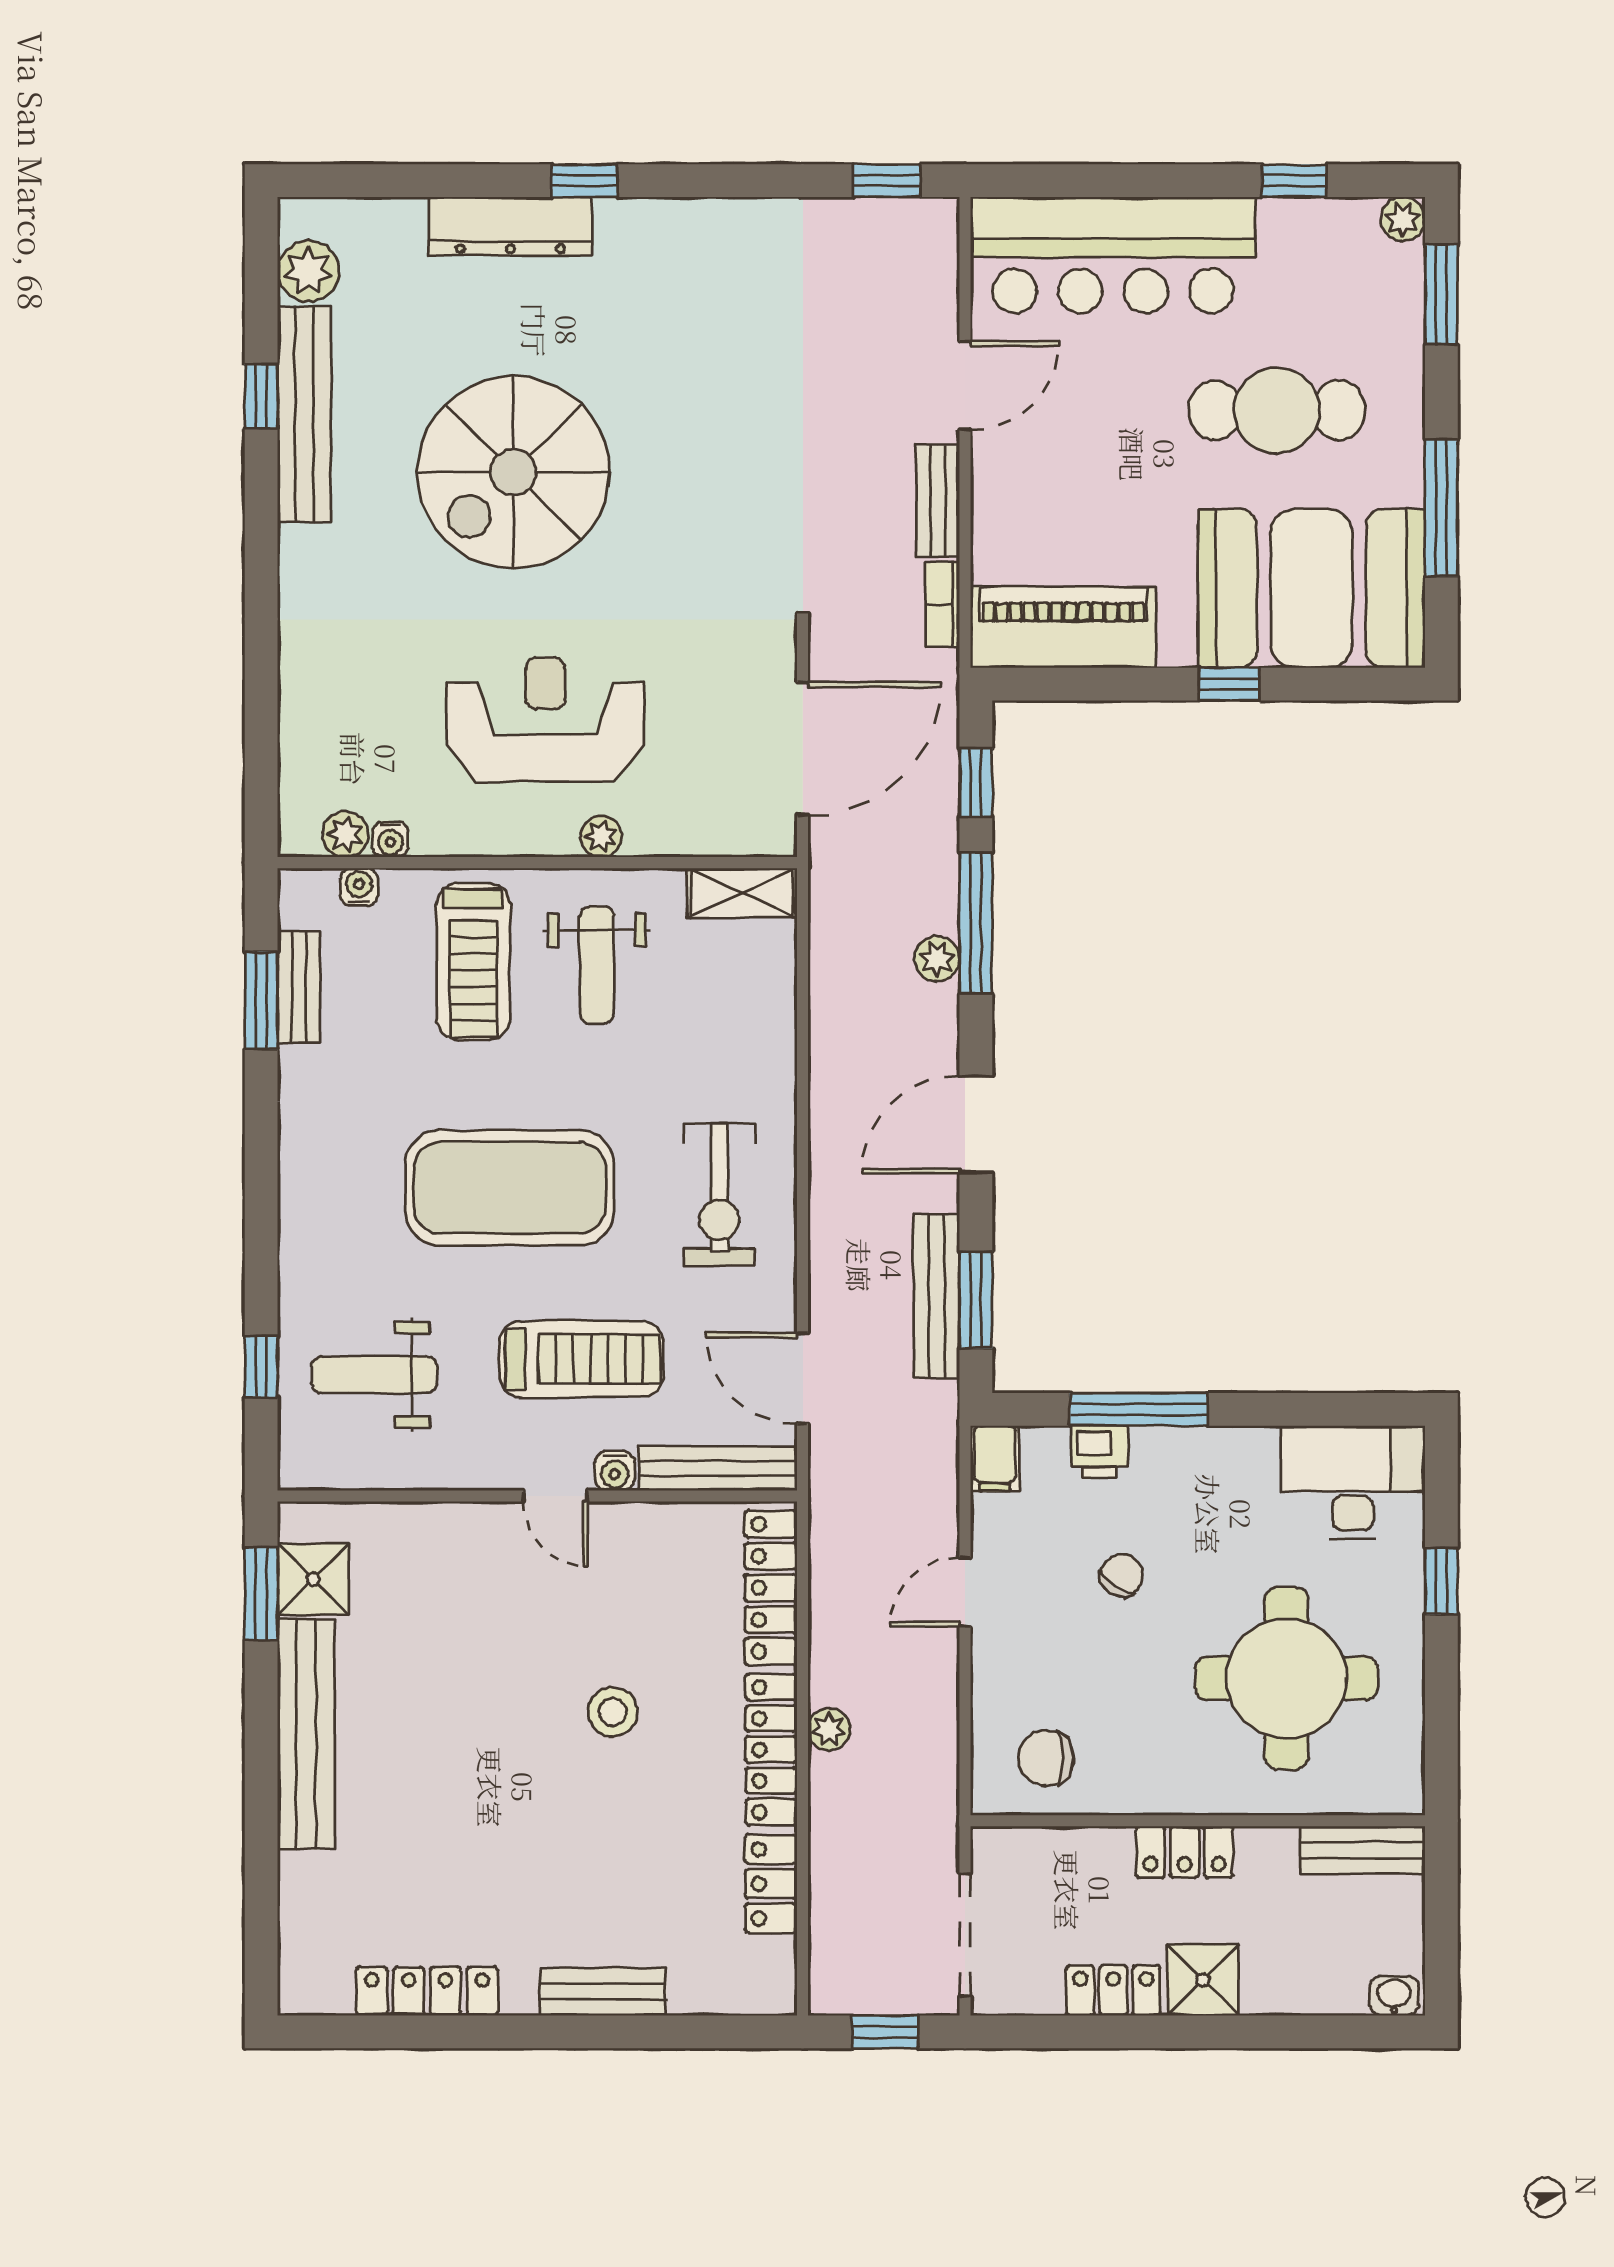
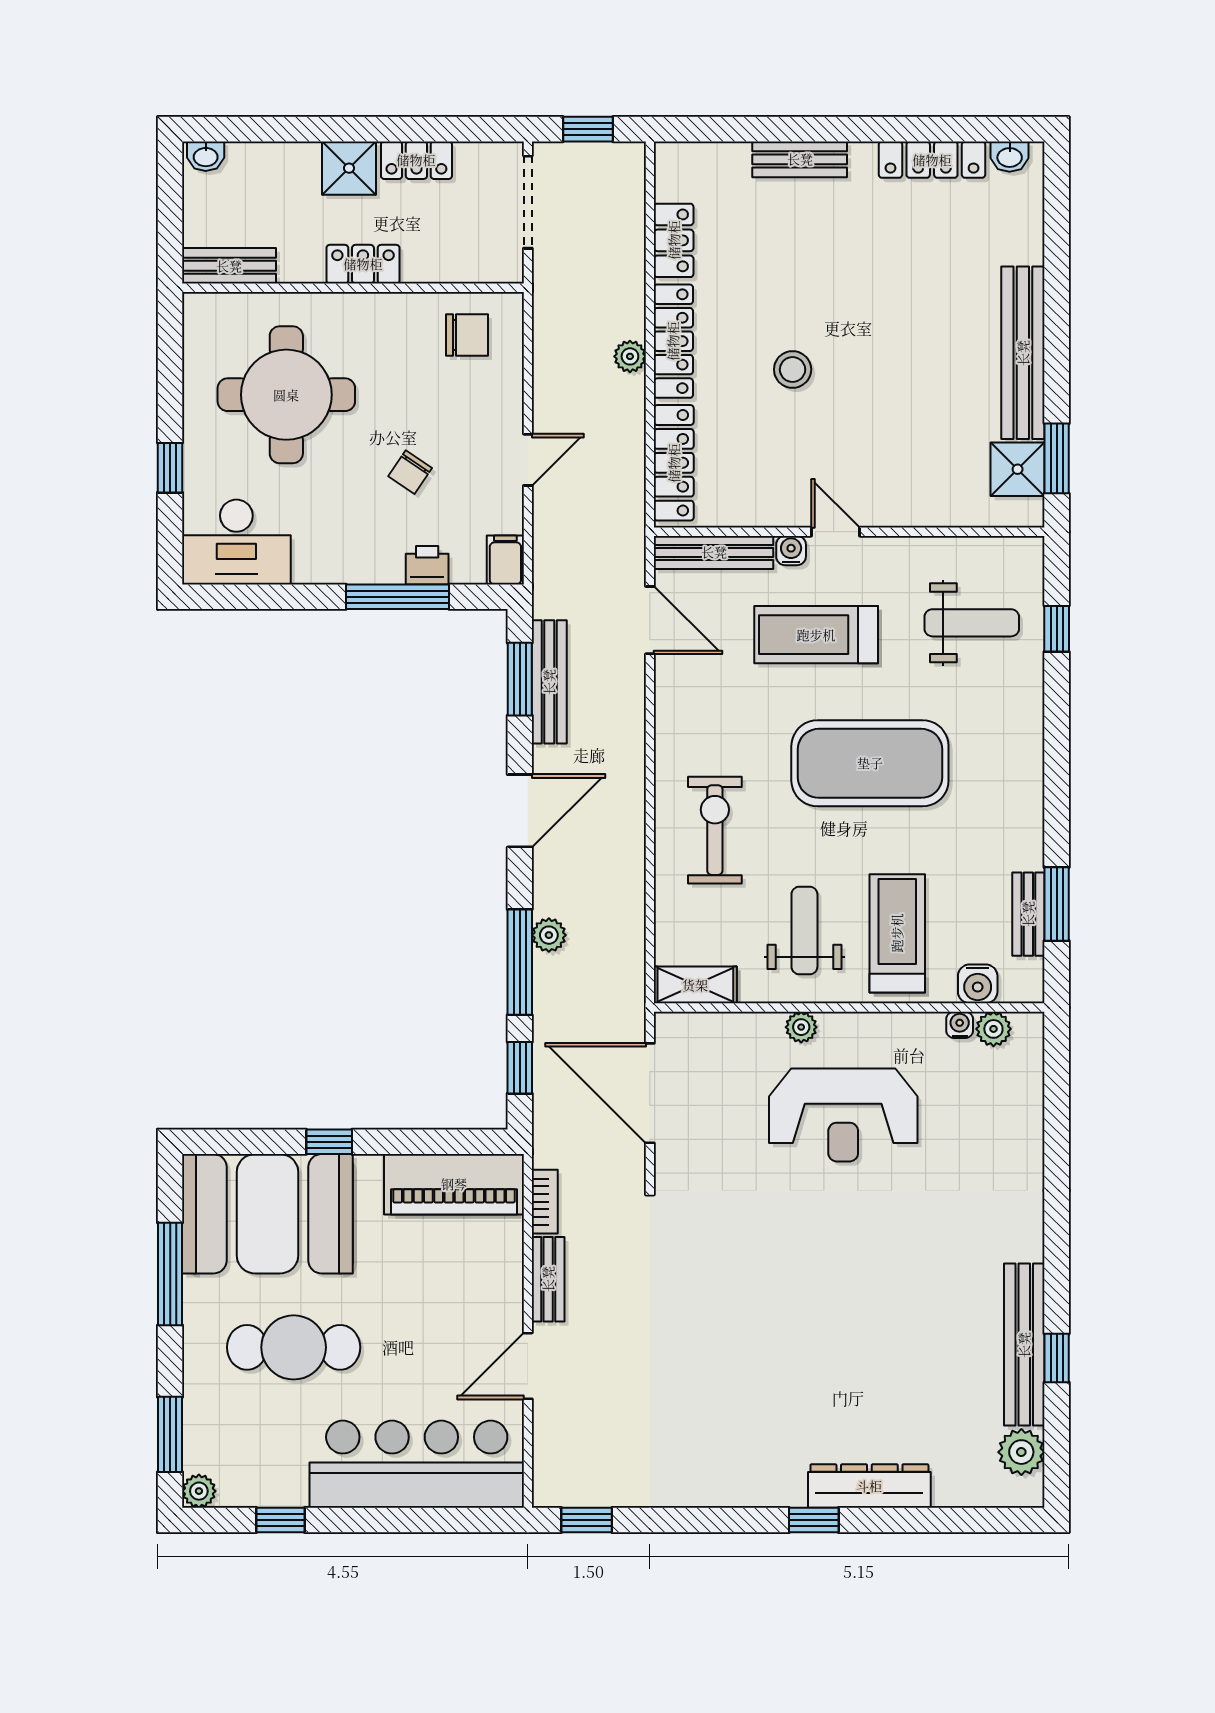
spiral stairs: (513, 472) -> (867, 1301), removed
door: (803, 749) -> (650, 1093), hinge flipped
water cooler: (359, 887) -> (978, 984), width x1.38, depth x1.38
exercise bike: (719, 1194) -> (715, 830), moved
washbasin: (324, 1995) -> (1010, 157), added

